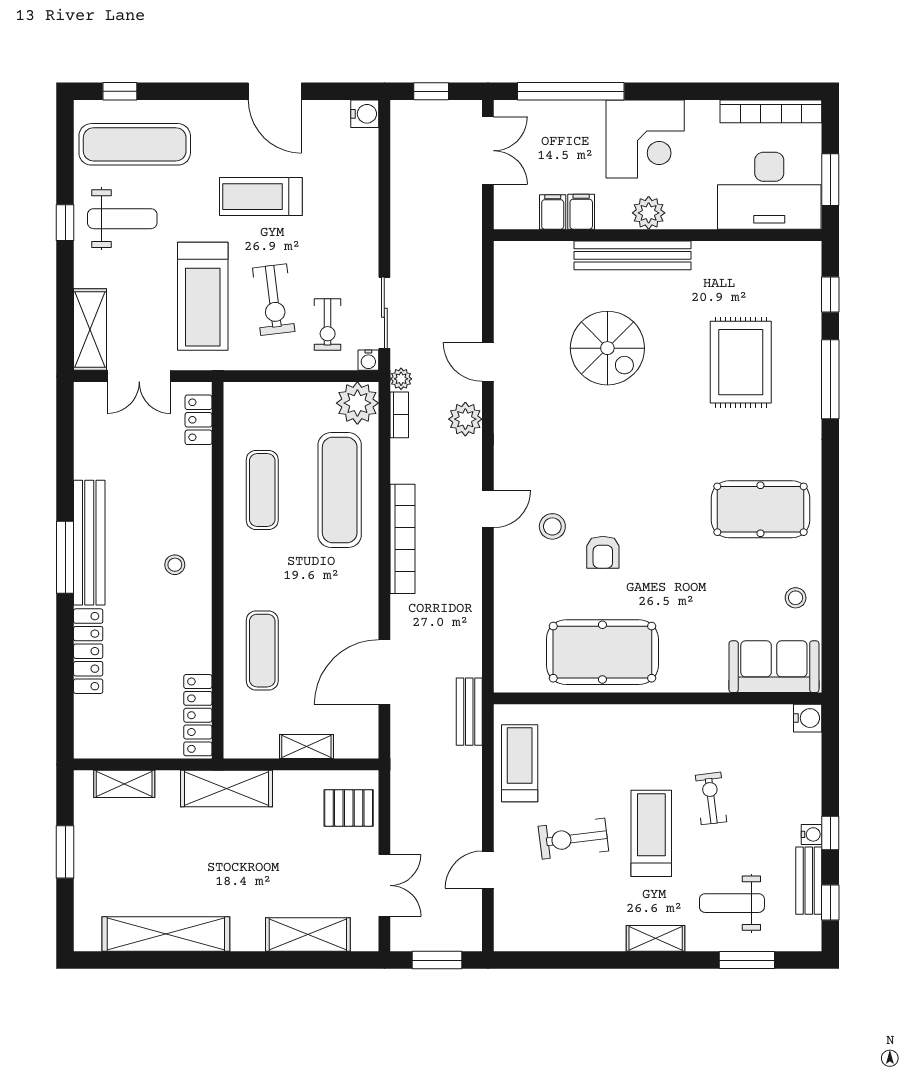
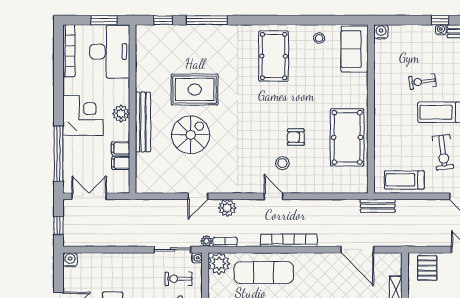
exercise bike: (328, 324) -> (178, 279), turned 180
rug: (741, 362) -> (195, 90), moved
armchair: (603, 552) -> (296, 137), turned 180

